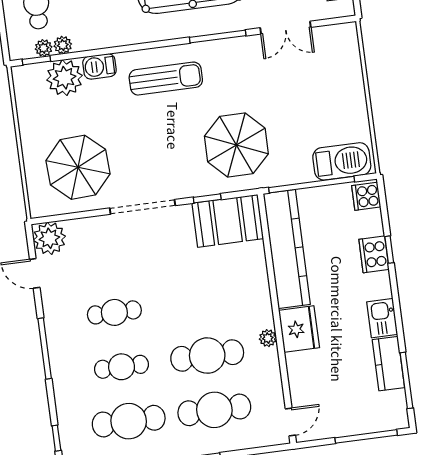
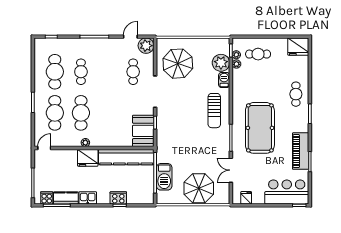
parasol: (236, 145) -> (199, 188), moved
barbecue: (342, 161) -> (164, 177), moved
cooker: (366, 196) -> (47, 198), moved
cafe table: (114, 312) -> (133, 72), moved
door: (290, 422) -> (44, 148), swing flipped

